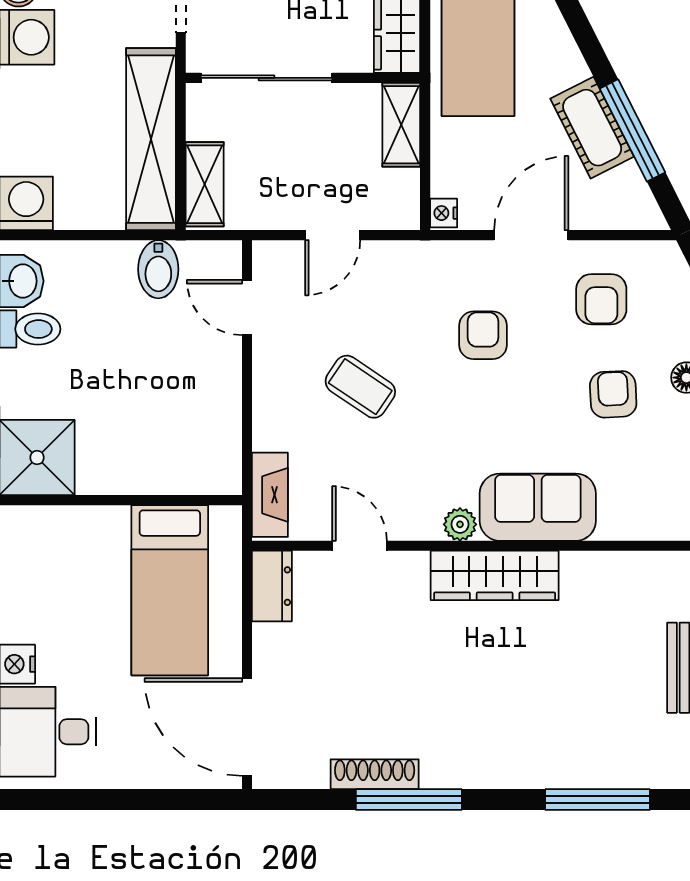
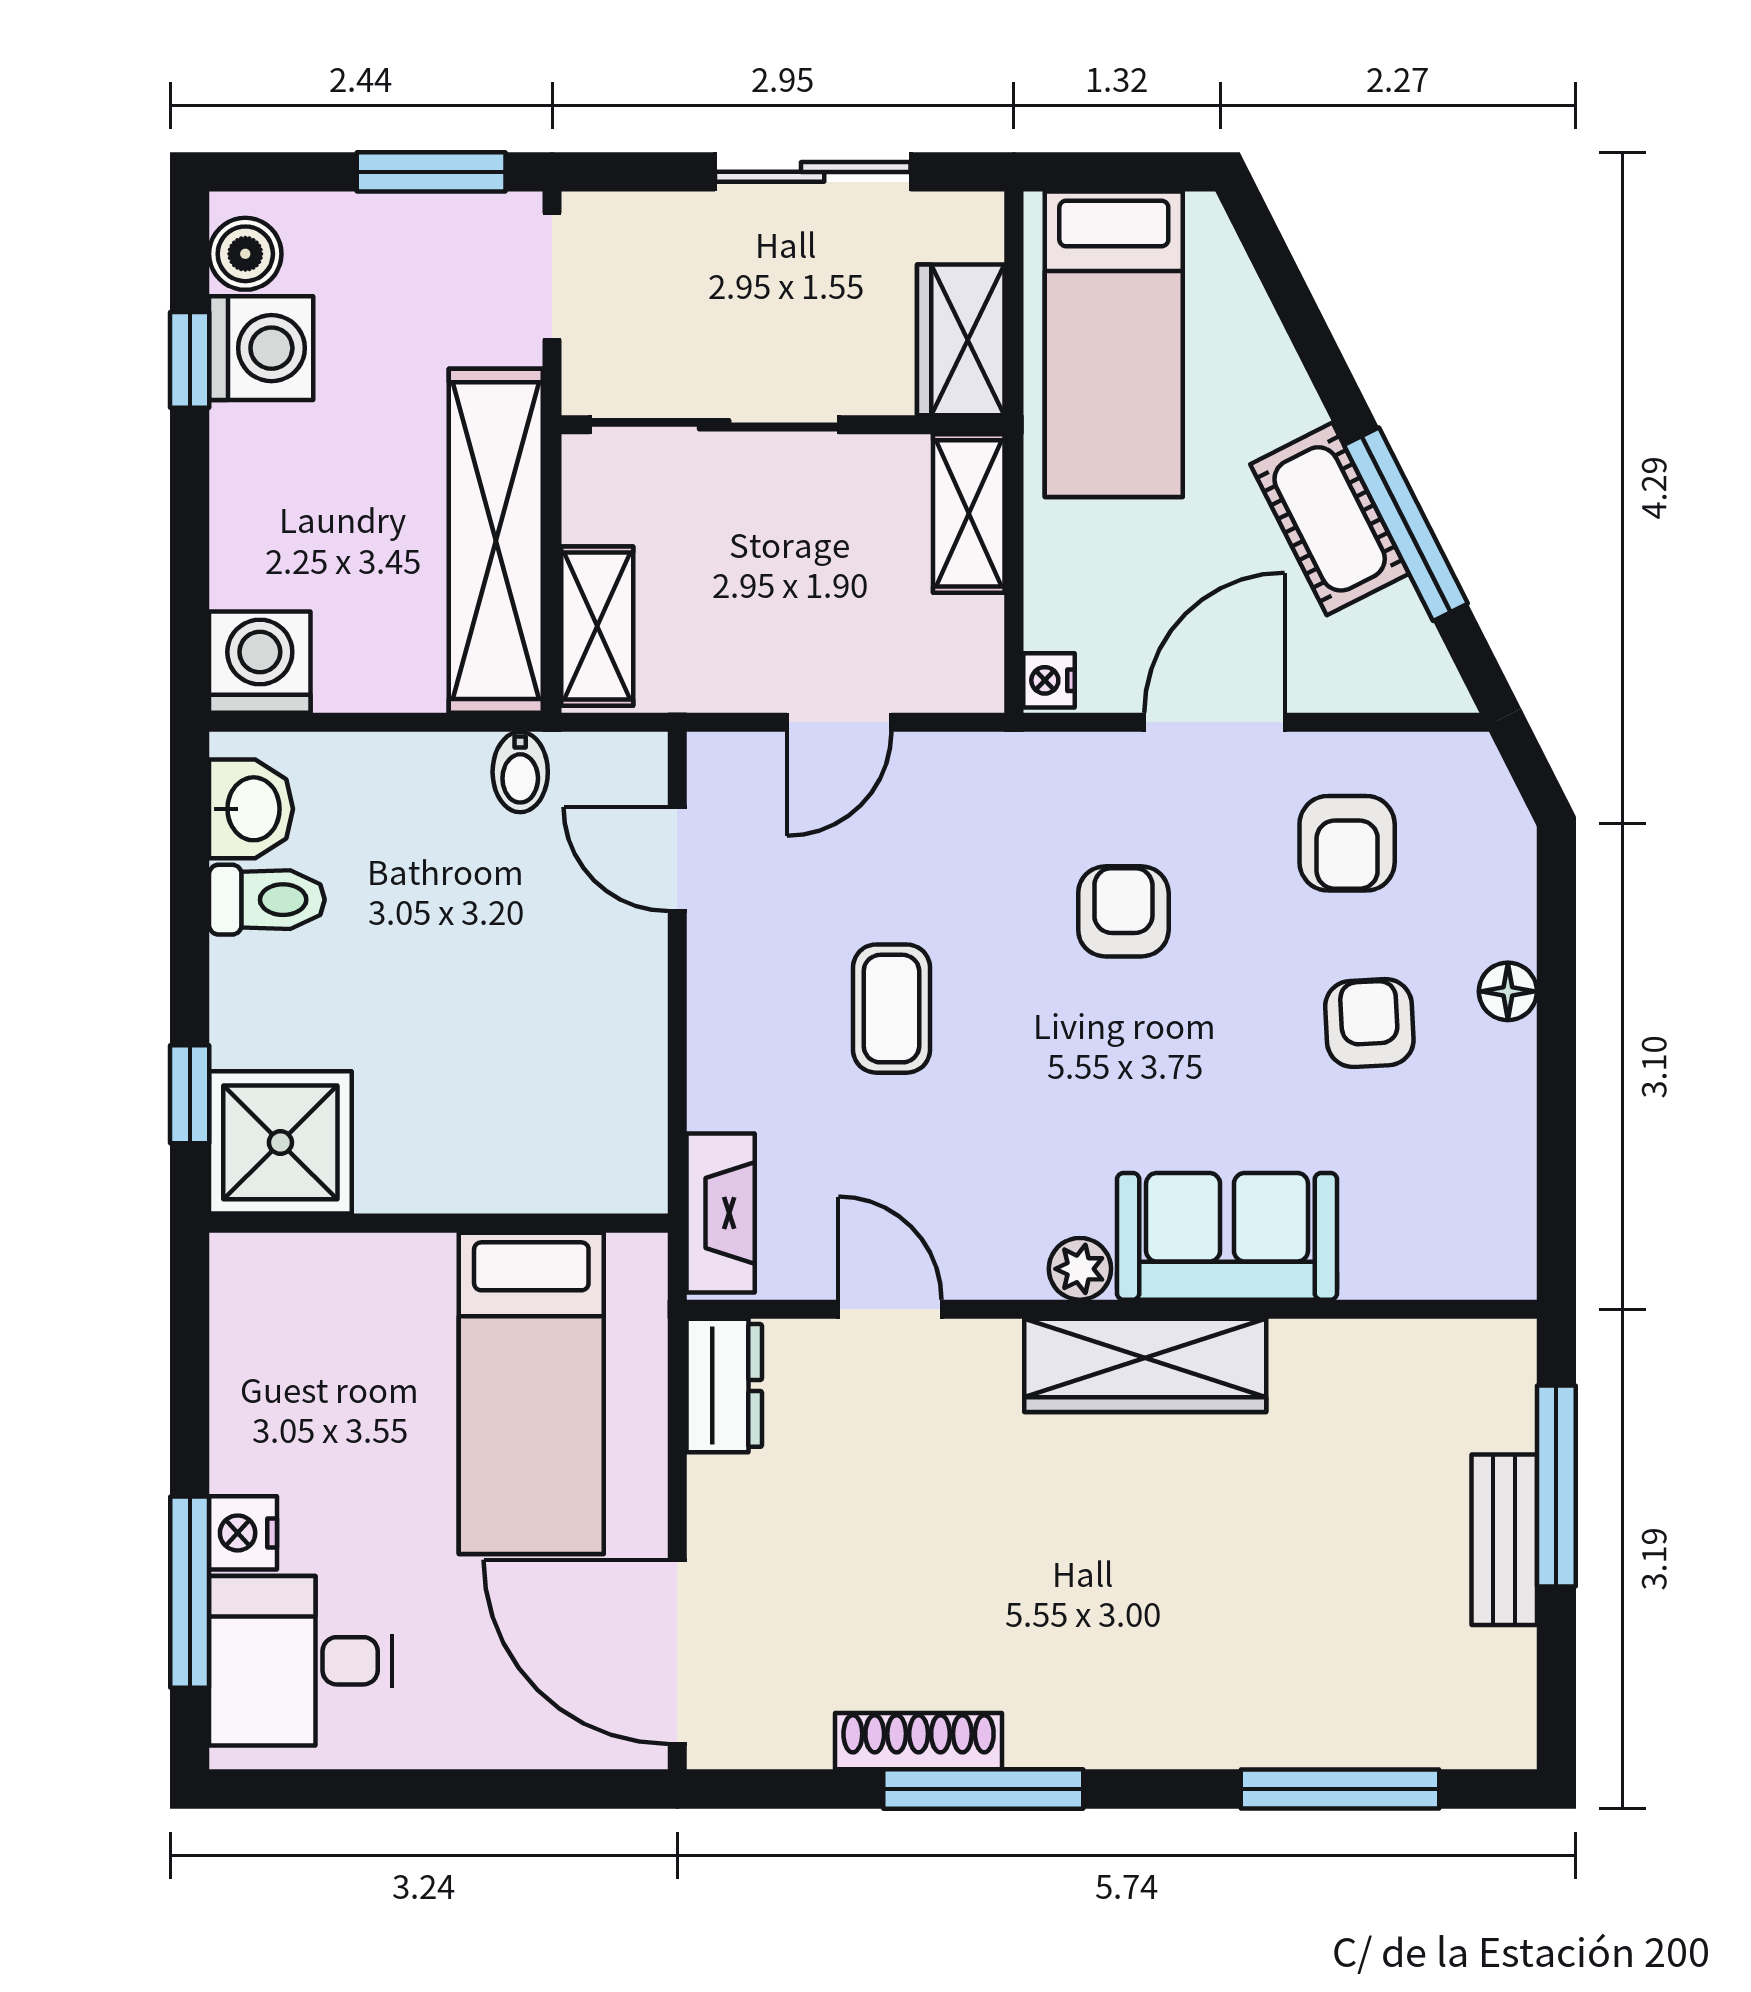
bidet: (158, 269) -> (520, 772), width x0.72, depth x0.74
coffee table: (360, 387) -> (891, 1009), turned 56

